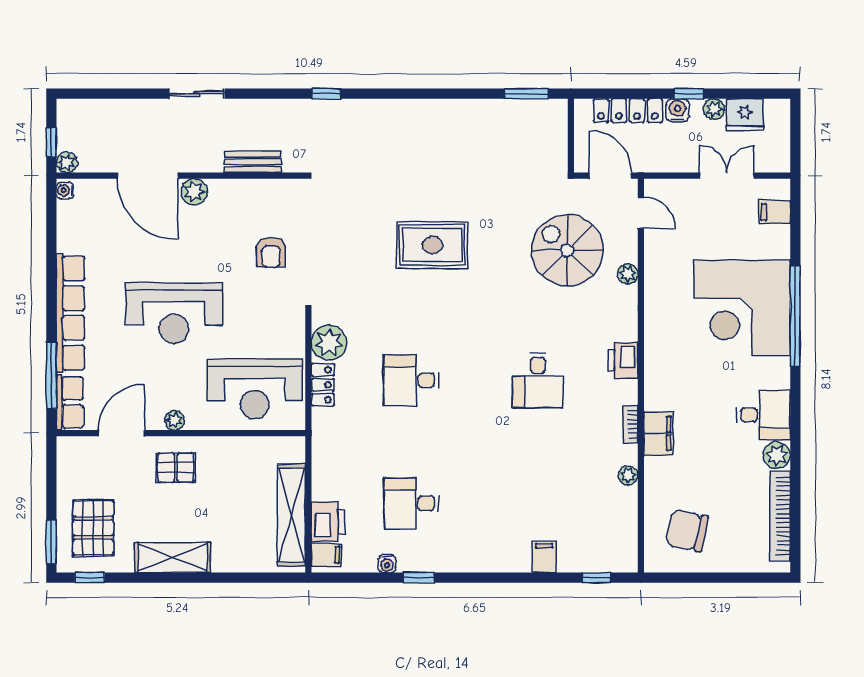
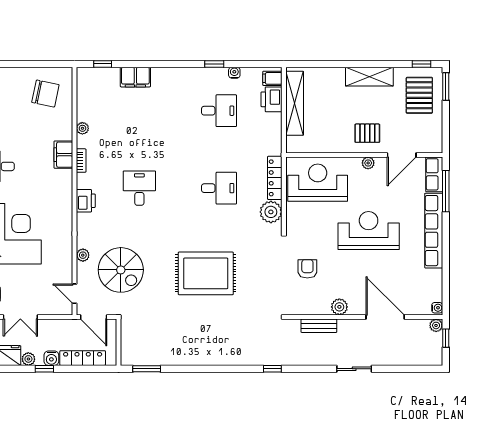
plant: (194, 192) -> (339, 307), moved
rug: (432, 245) -> (206, 273), width x1.37, depth x1.44
locker: (323, 385) -> (275, 178), width x1.53
filing cabinet: (544, 557) -> (135, 77), width x2.00

